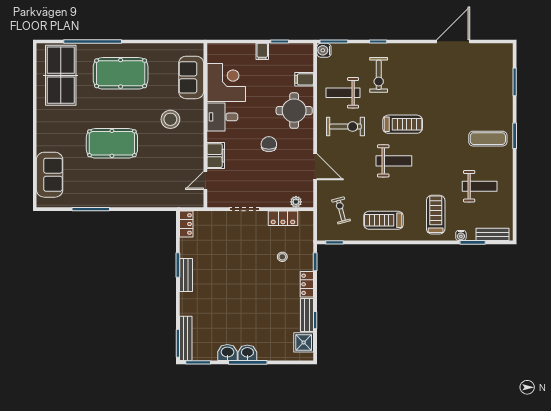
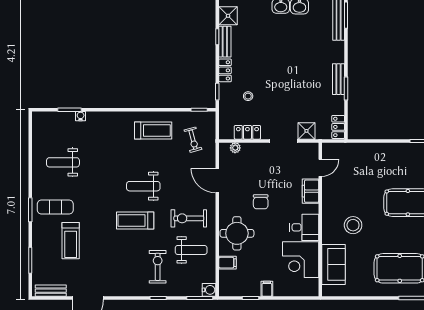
treadmill: (436, 215) -> (71, 241), moved
shower: (220, 220) -> (306, 131), added
bench: (492, 234) -> (51, 291), moved

